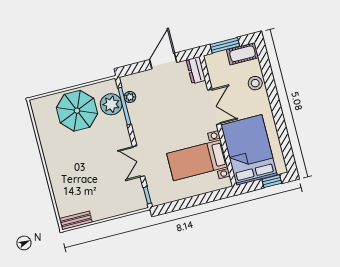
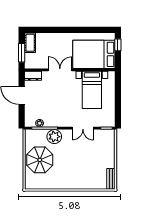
stool: (255, 83) -> (51, 39), removed
plant: (111, 104) -> (54, 137), moved

